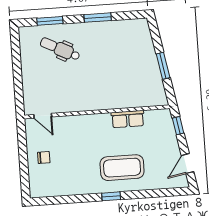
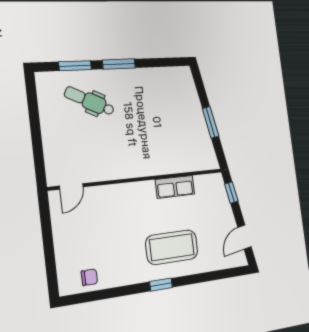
window: (98, 18) -> (119, 64), moved
door: (43, 116) -> (71, 186), hinge flipped
chair: (44, 158) -> (89, 277), moved

